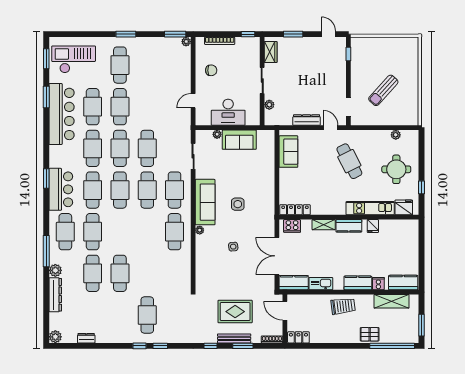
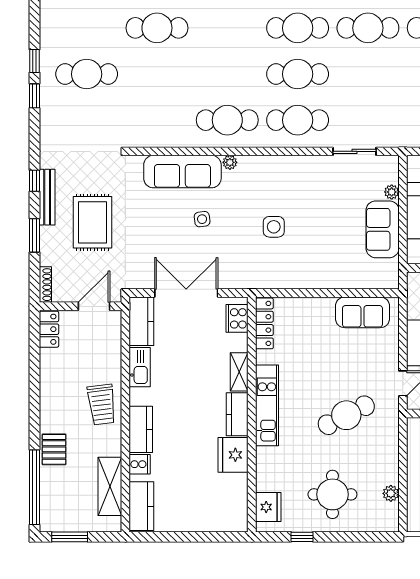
cafe table: (147, 148) -> (368, 74), removed
sofa: (205, 202) -> (182, 172), moved
kitchen unit: (370, 208) -> (267, 405), moved
fridge: (373, 226) -> (233, 455), width x1.88, depth x1.34
bench: (234, 338) -> (47, 197), moved

